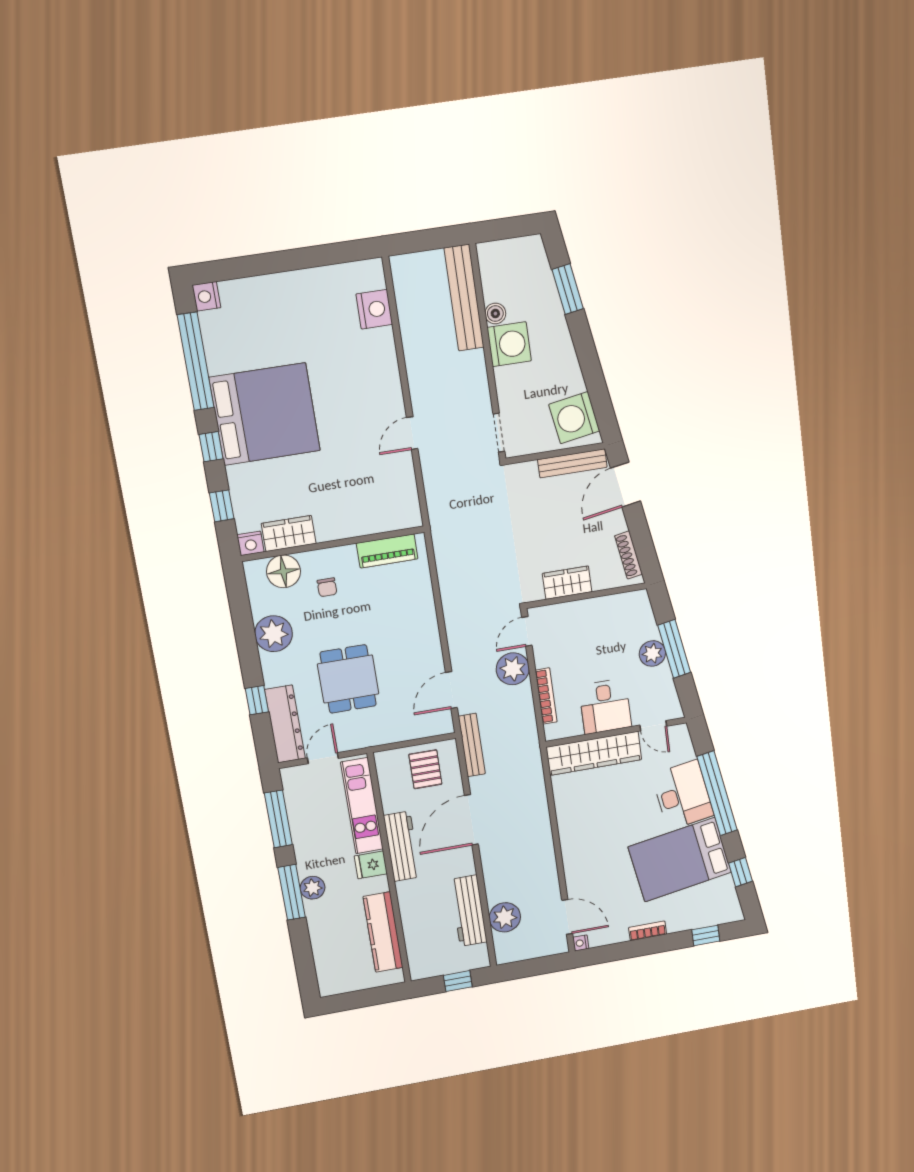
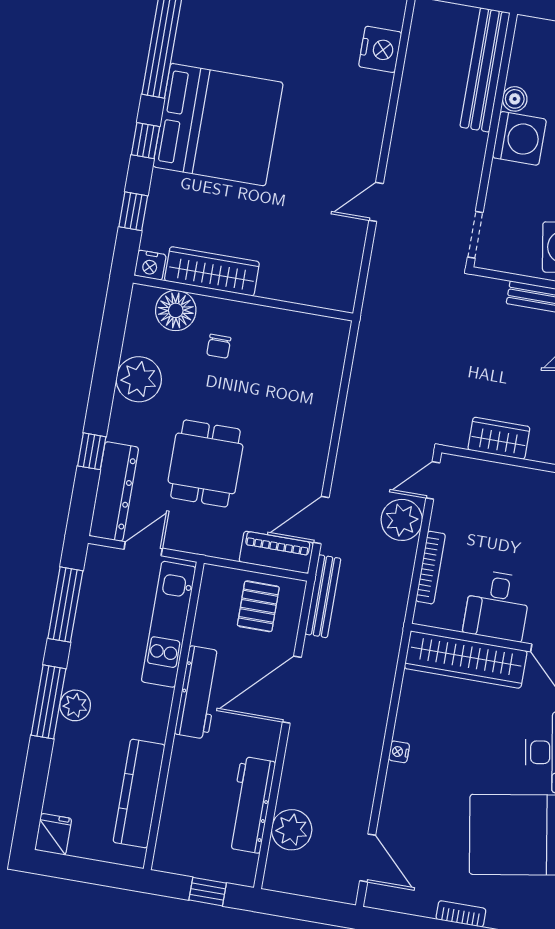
wardrobe: (289, 533) -> (212, 271), width x1.50
piano: (387, 551) -> (276, 552), moved, turned 180
fridge: (371, 865) -> (53, 834), moved, turned 90
nightstand: (581, 943) -> (399, 752), moved

